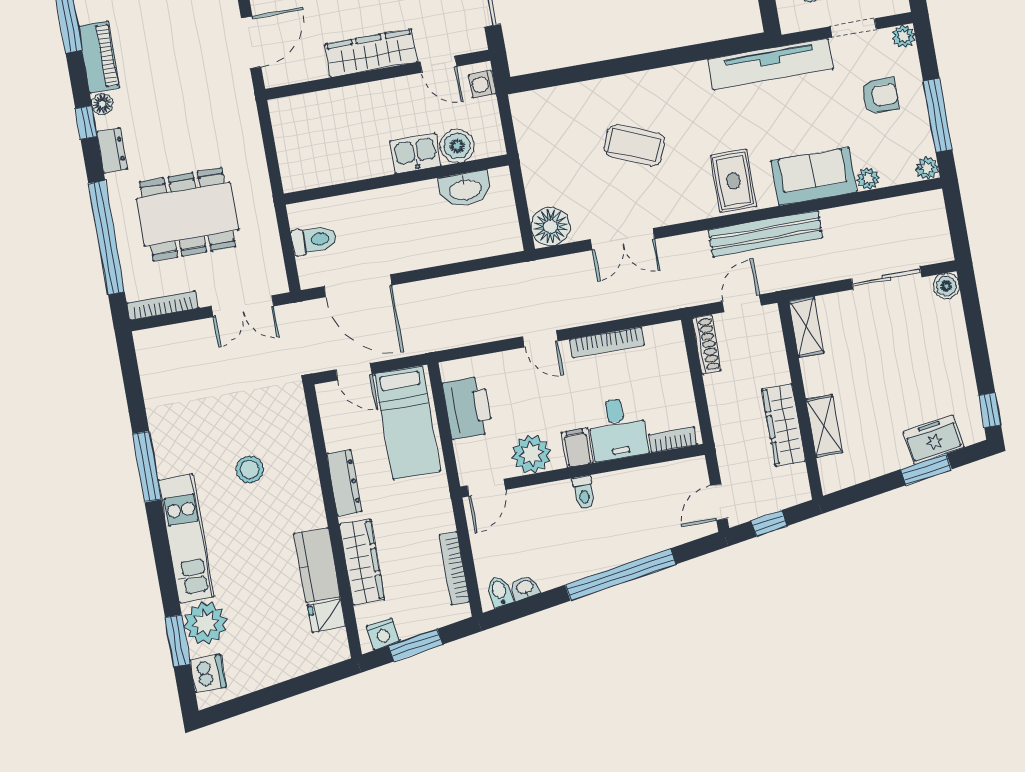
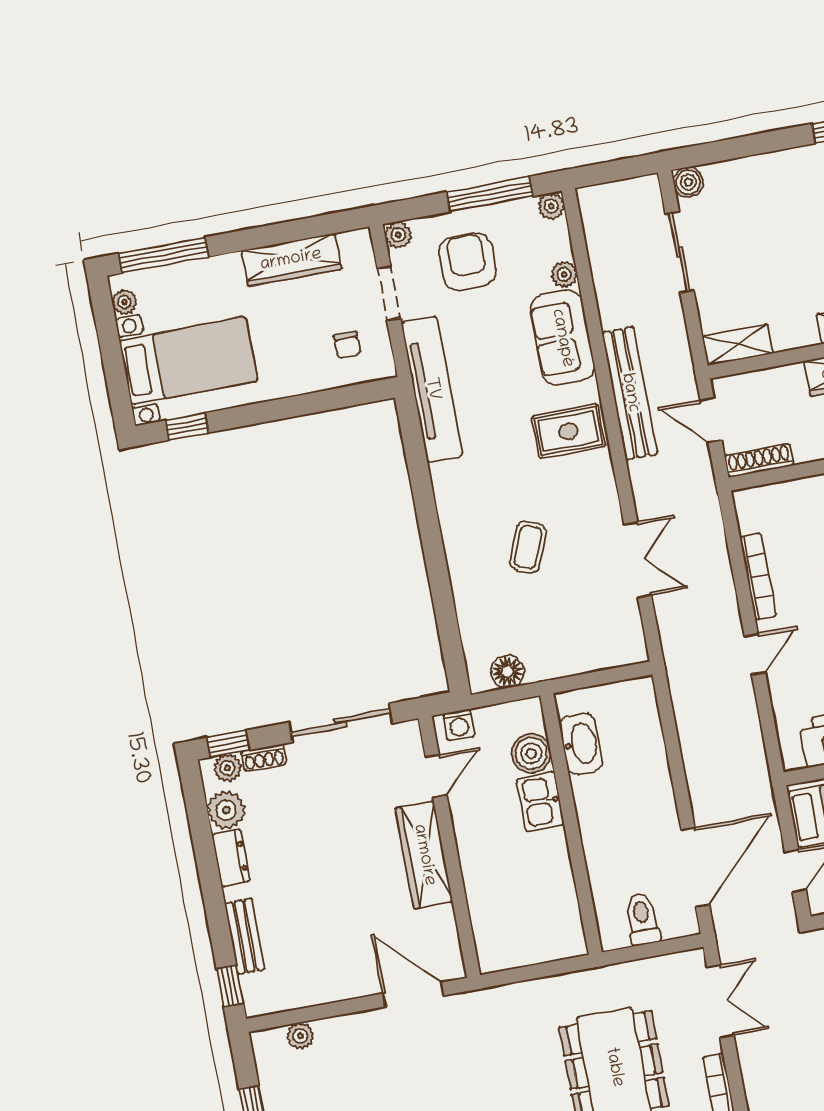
armchair: (880, 96) -> (467, 262), width x1.38, depth x1.38
coffee table: (634, 145) -> (528, 547), width x0.73, depth x0.77
floor lamp: (551, 226) -> (507, 672), moved, width x0.73, depth x0.73

